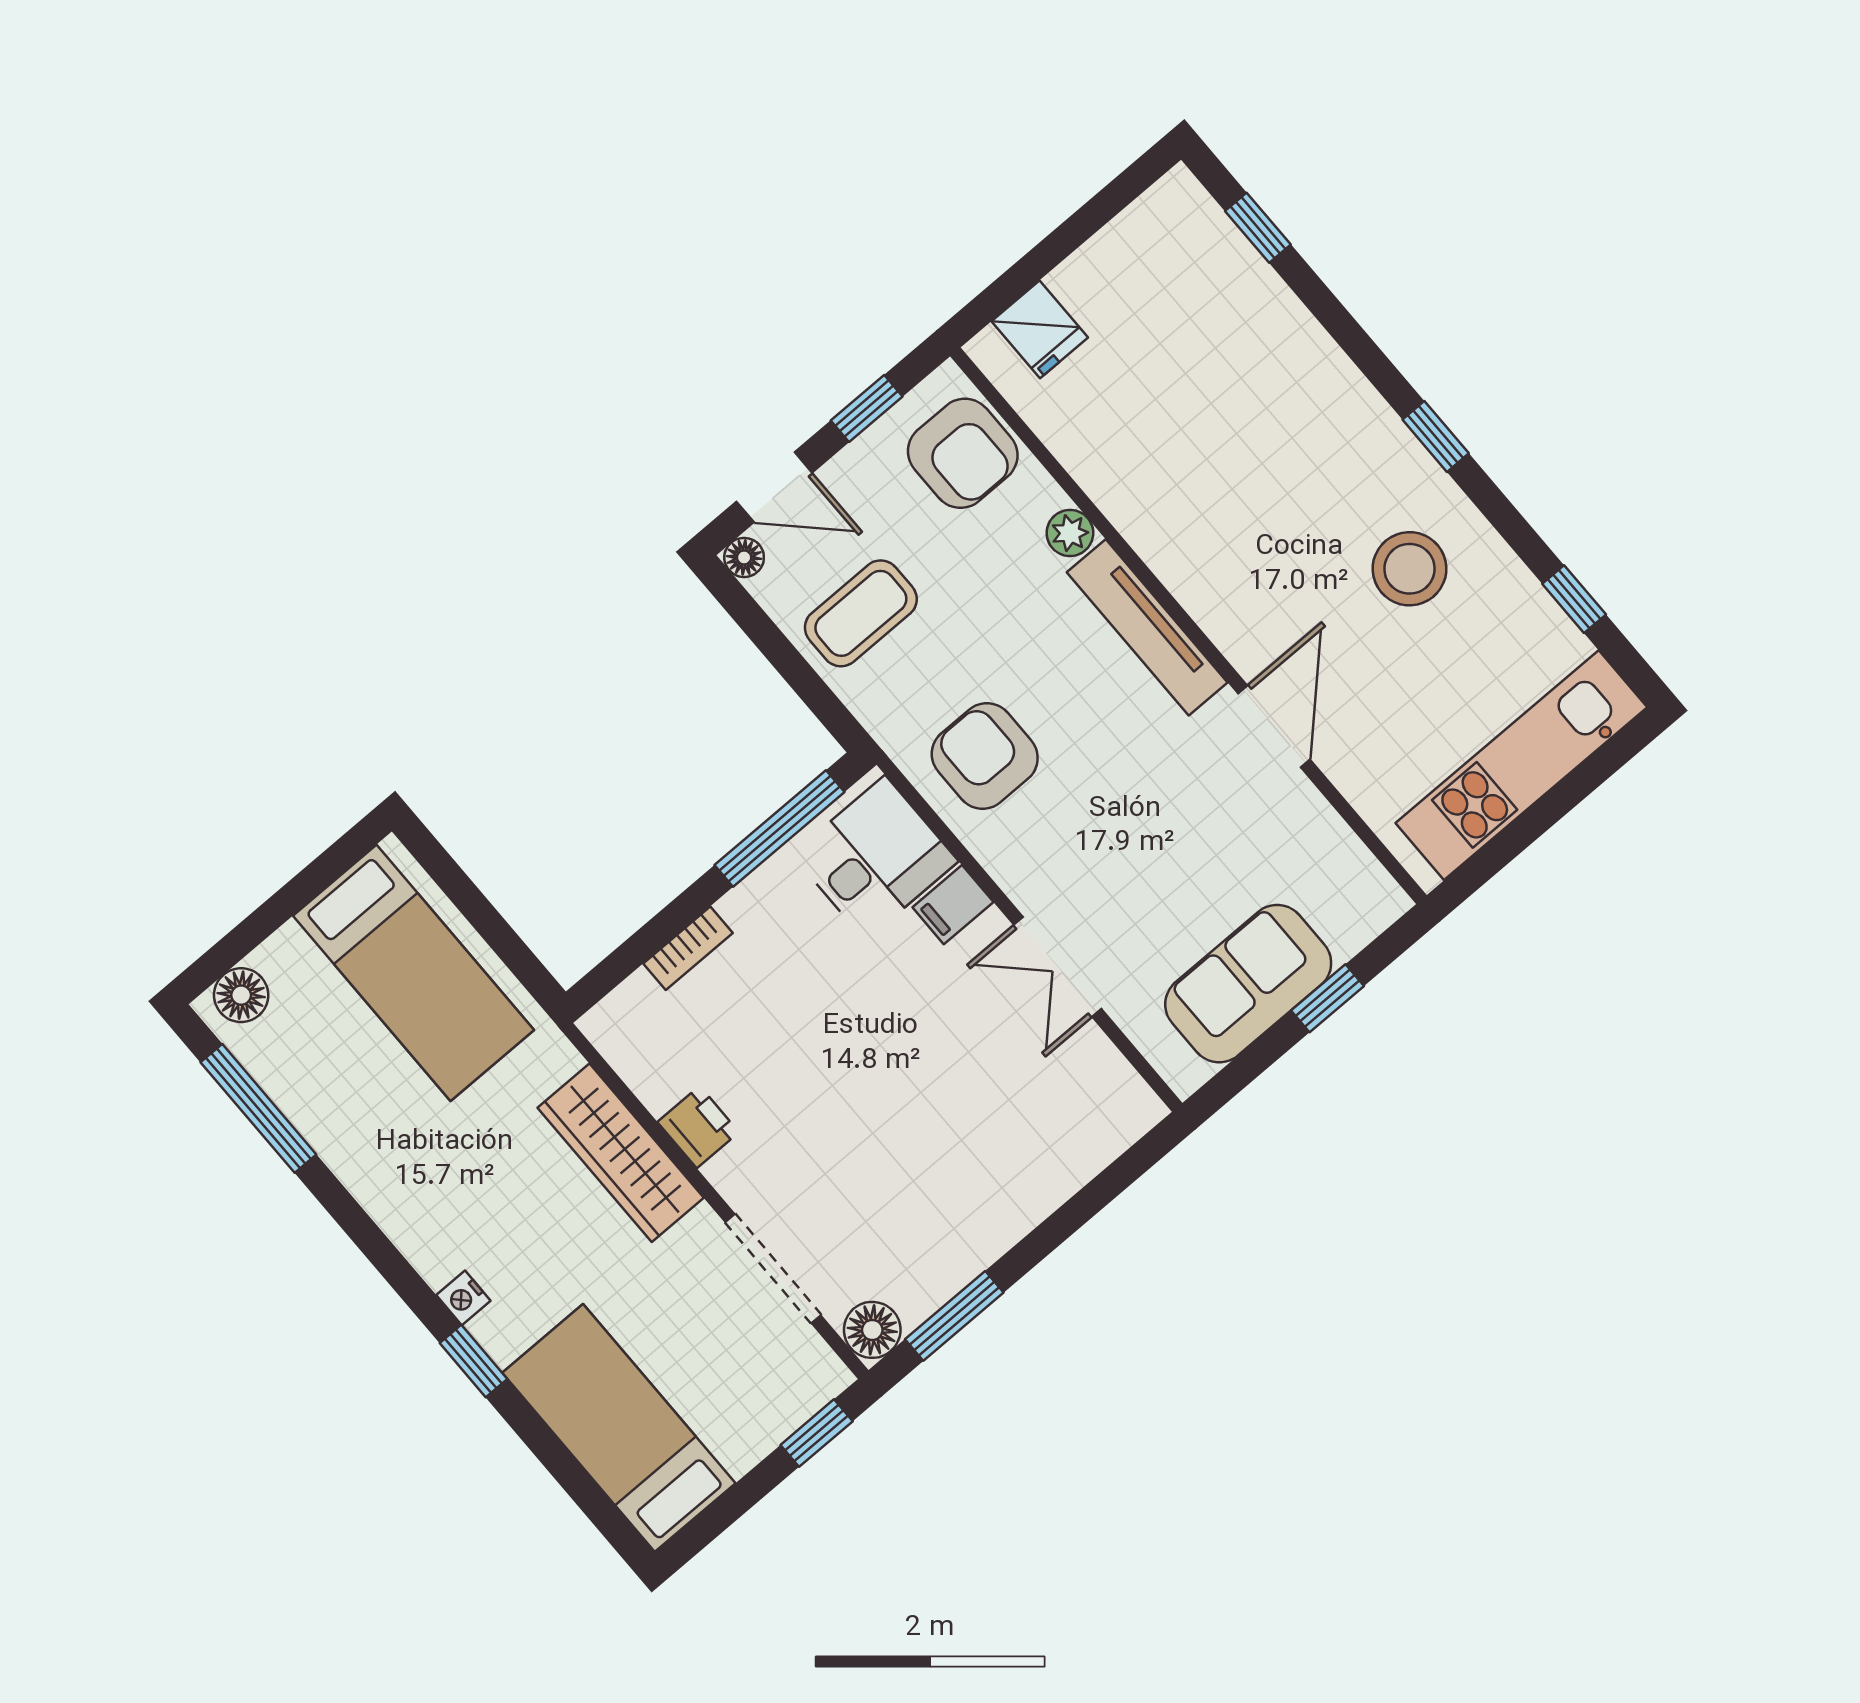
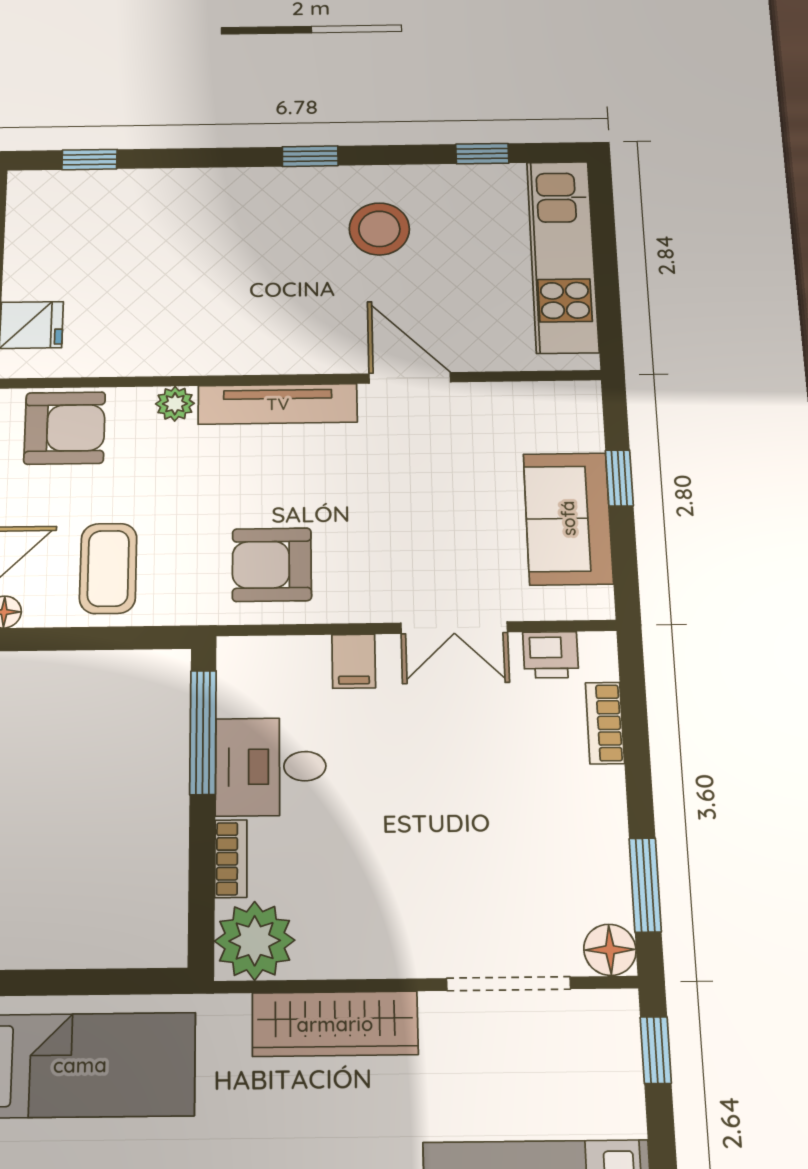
desk: (875, 858) -> (271, 767), moved, turned -90
plant: (635, 1028) -> (255, 941), added
printer: (698, 1127) -> (551, 655), moved, turned 180
bookcase: (1075, 1169) -> (605, 723), added

